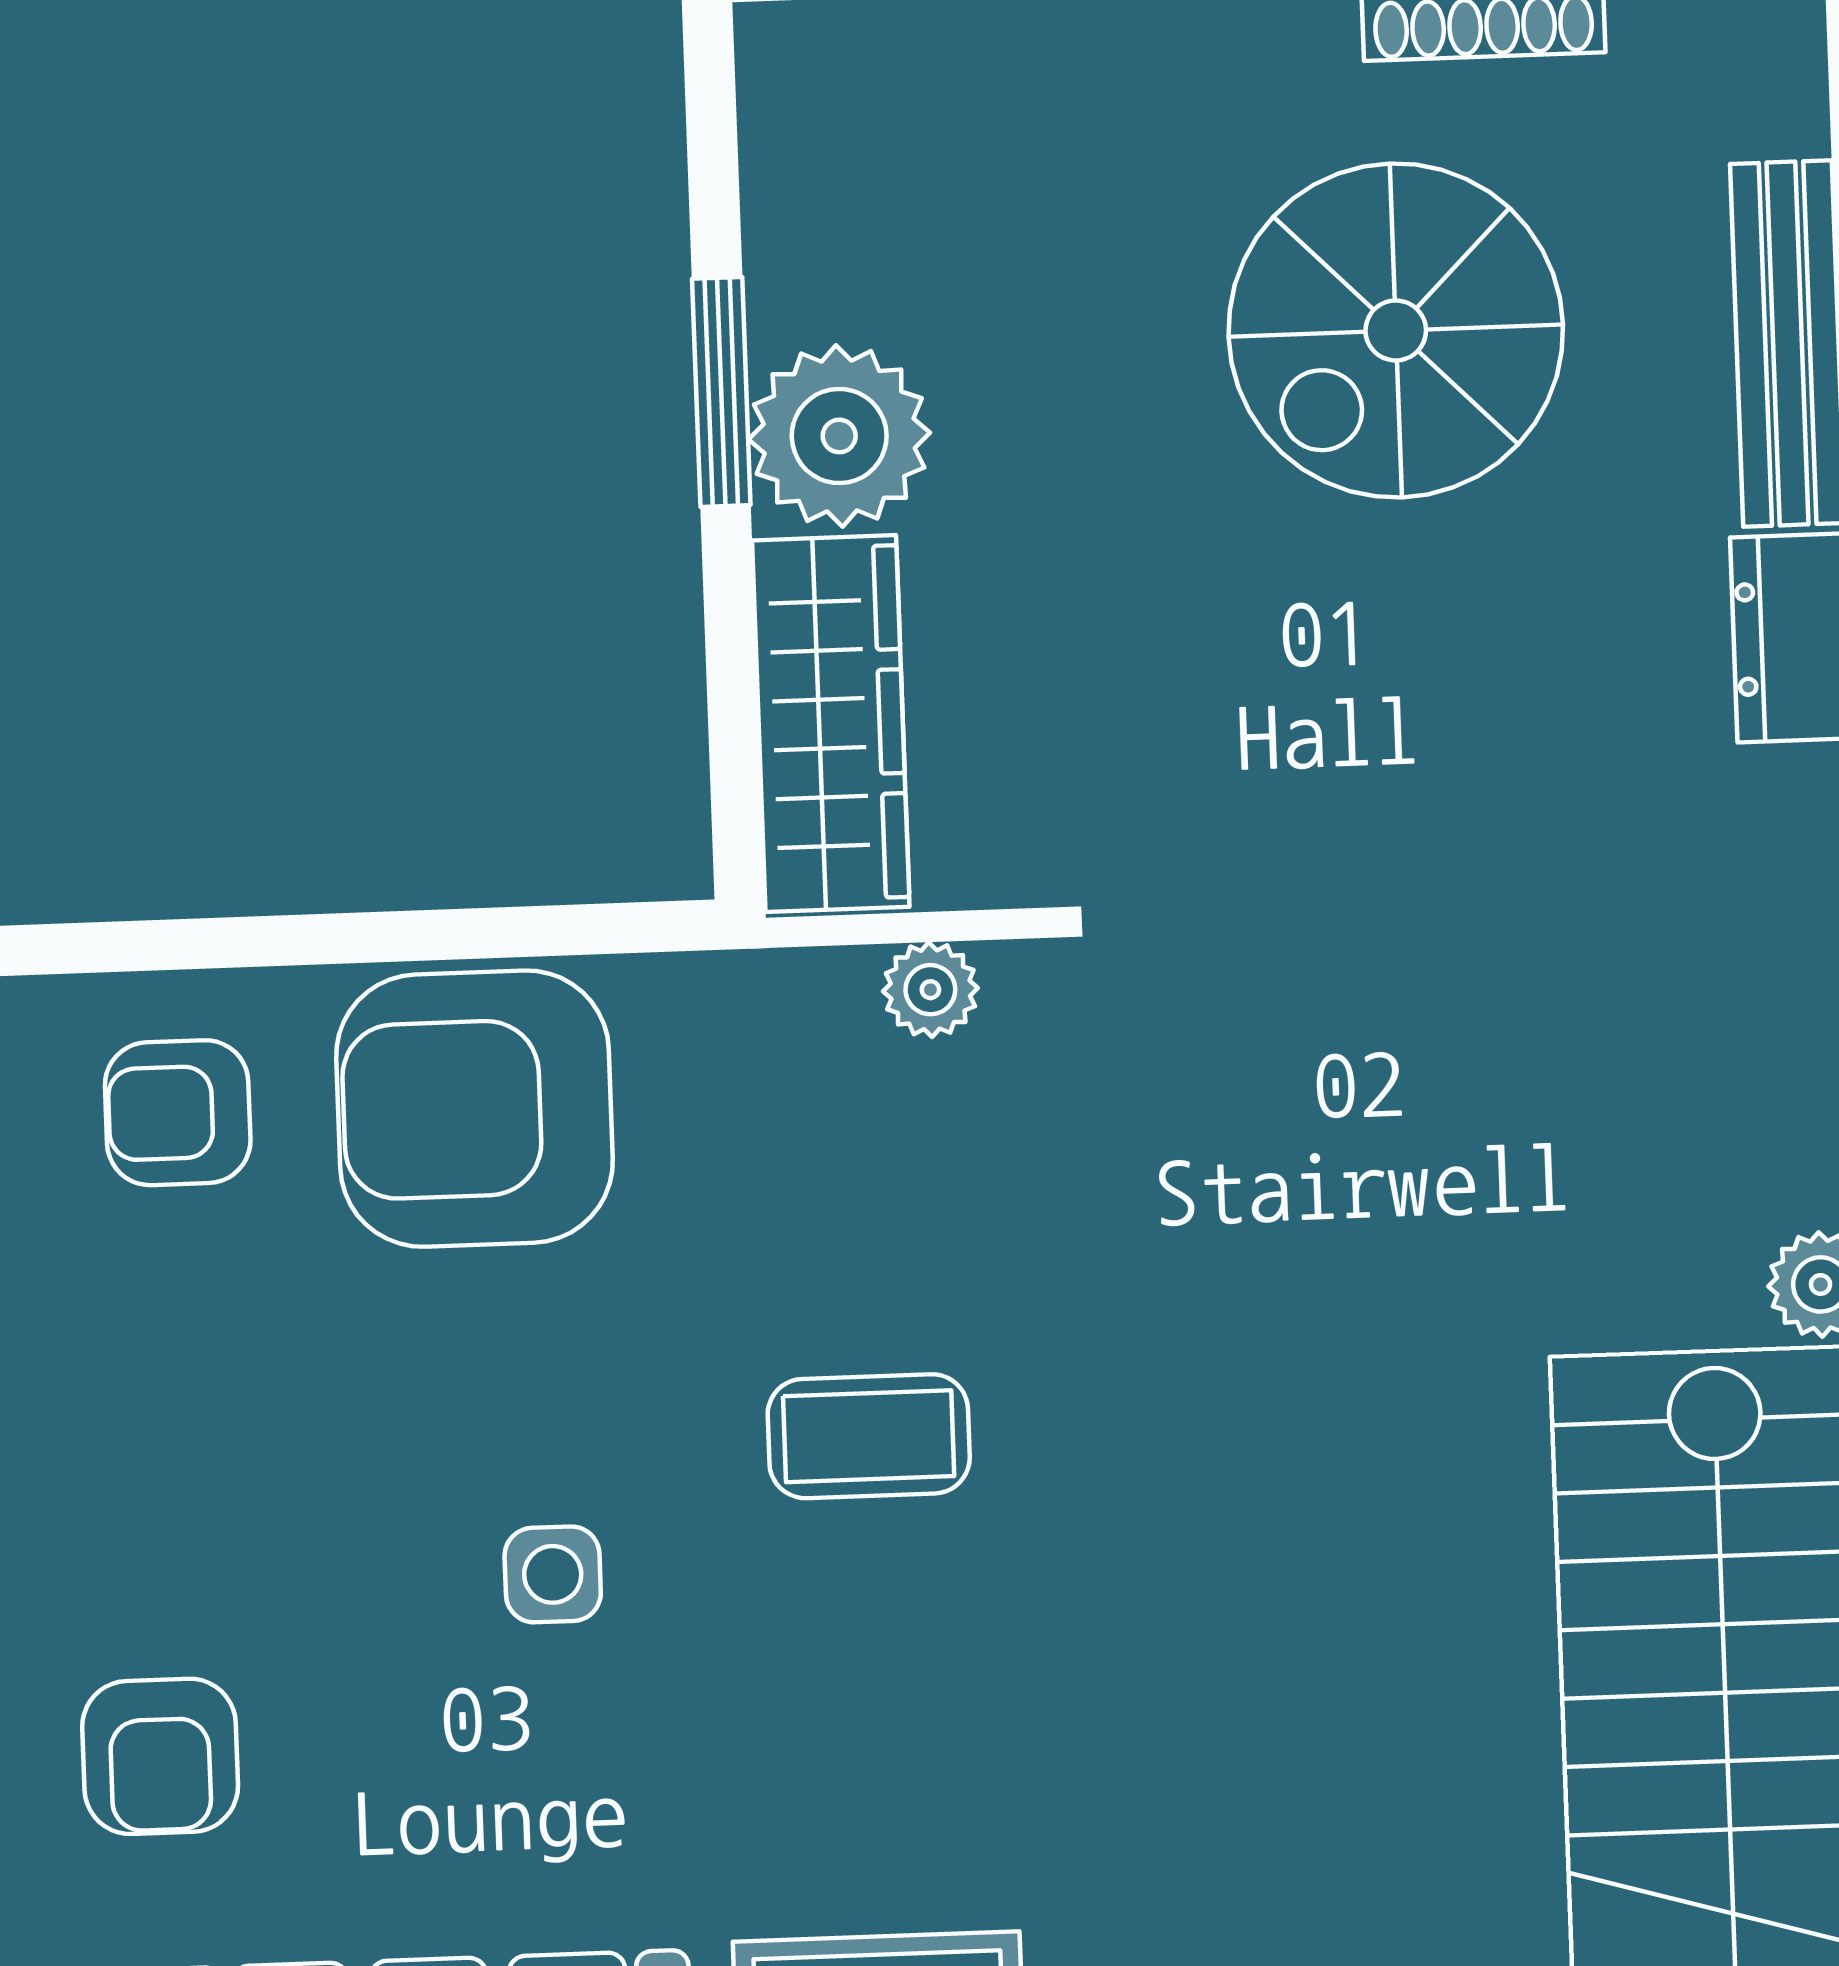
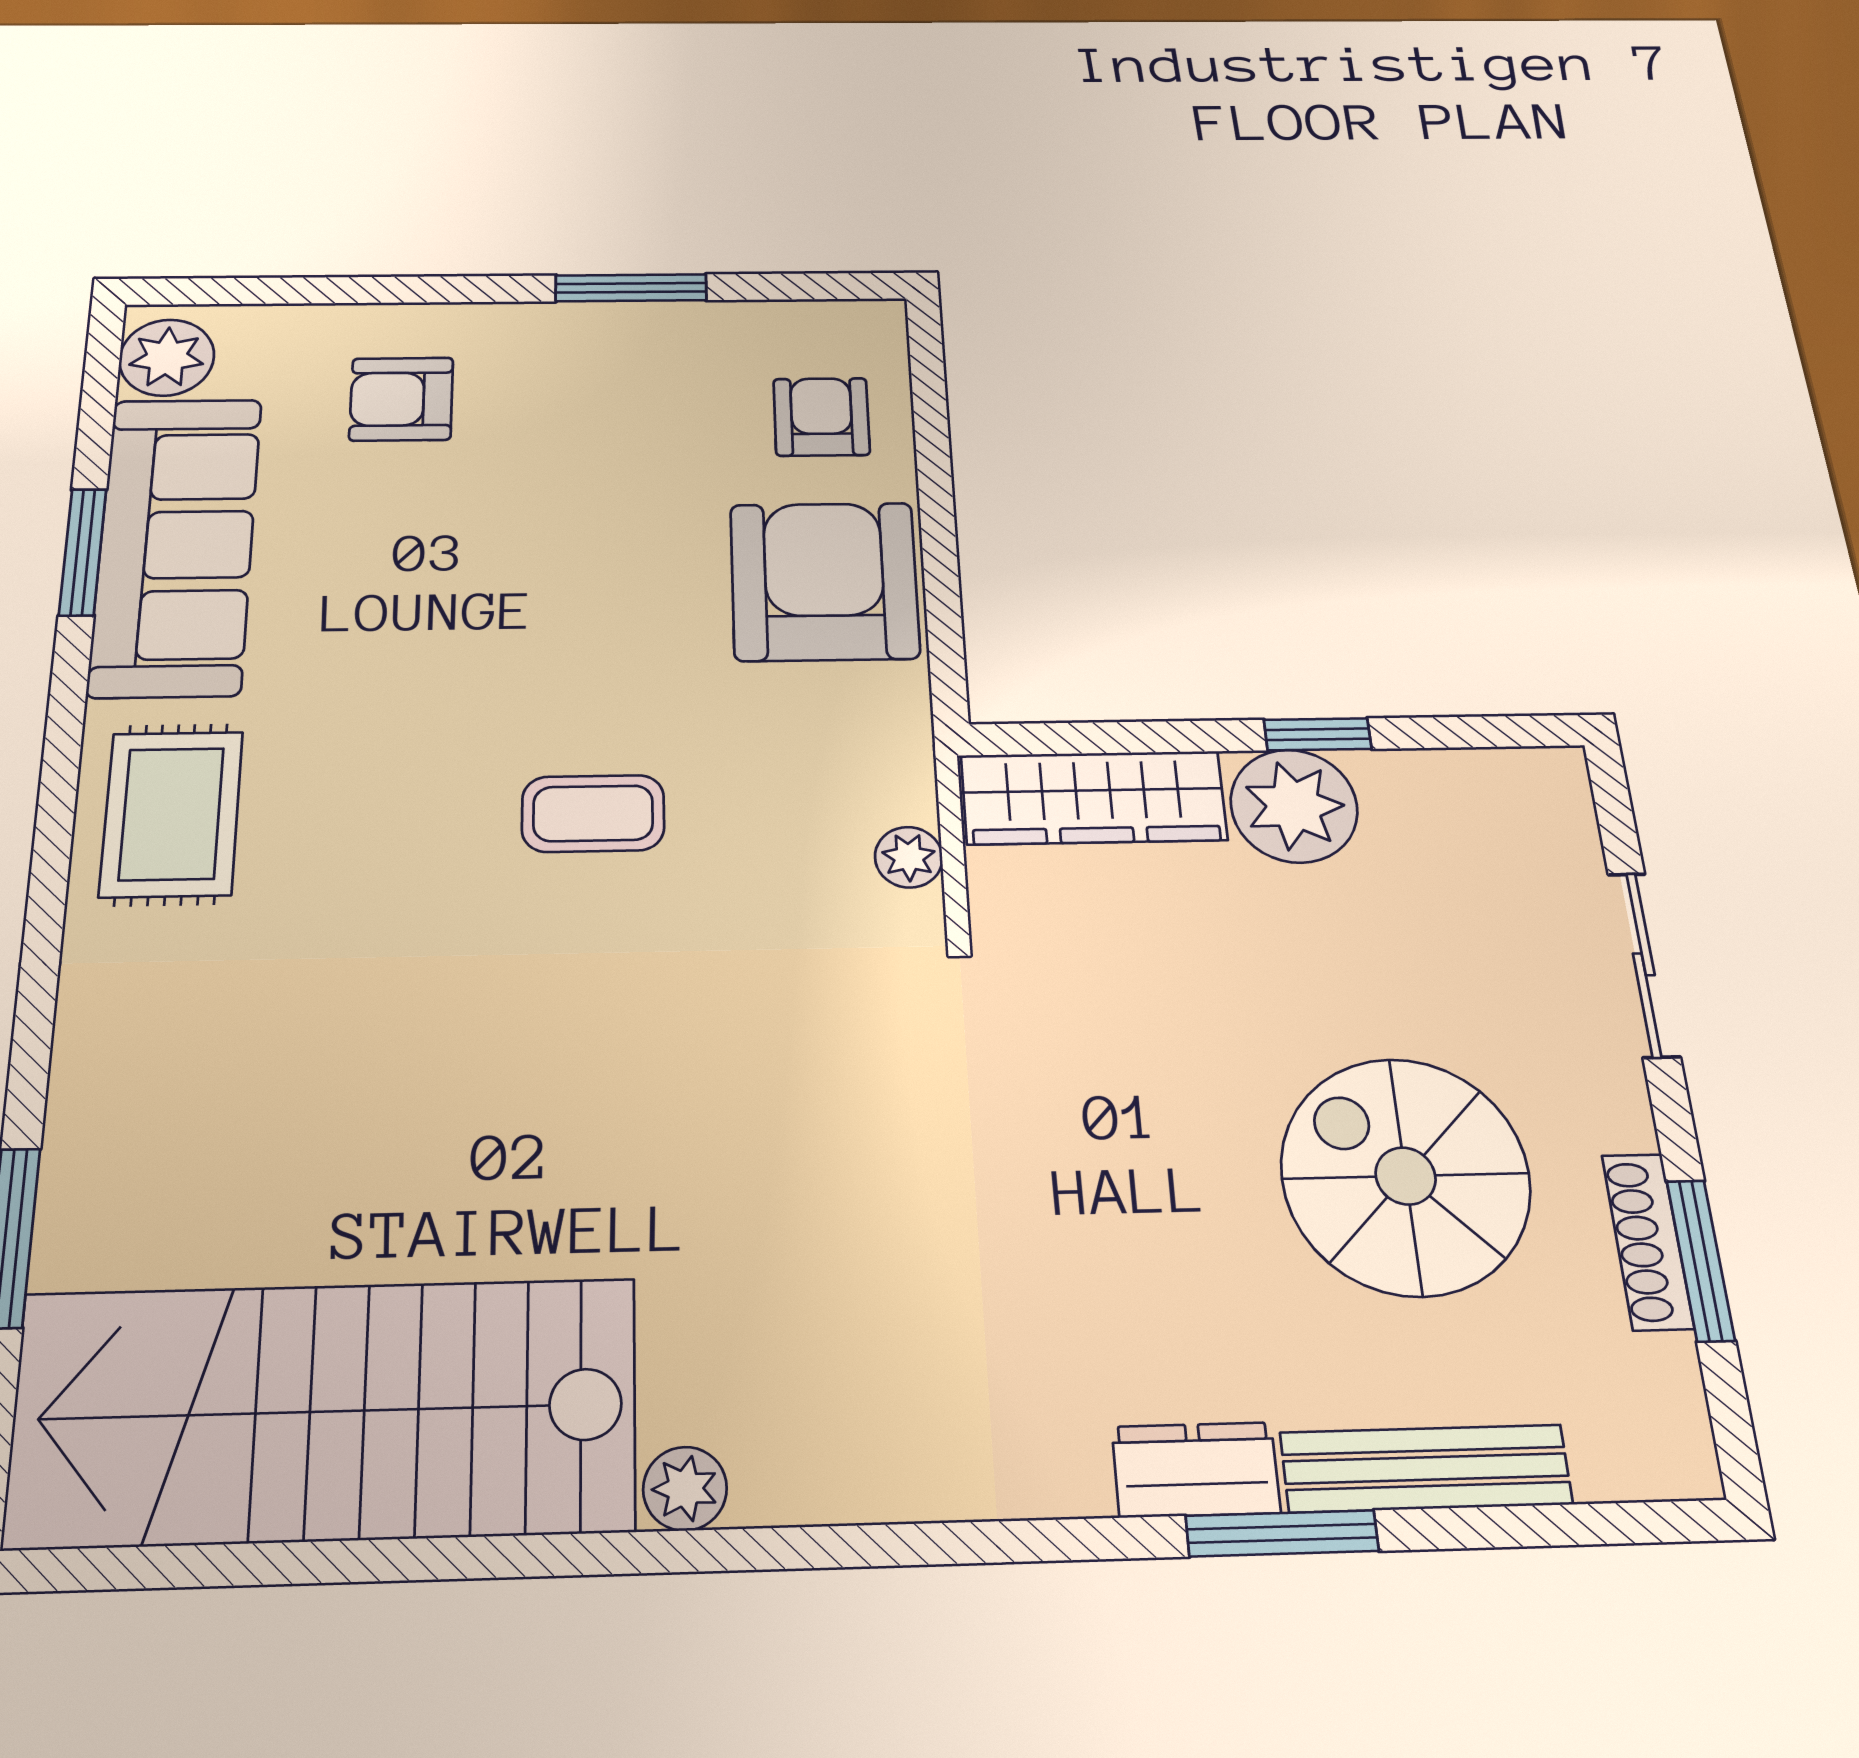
window: (721, 392) -> (1318, 734), width x0.67
coffee table: (869, 1436) -> (593, 813), turned 90
side table: (553, 1574) -> (507, 621), removed

